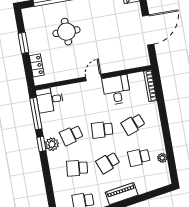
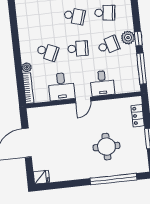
desk: (50, 100) -> (102, 83), moved, turned 90
school desk: (133, 124) -> (47, 52), turned 45
school desk: (139, 157) -> (44, 19), removed
plant: (162, 158) -> (27, 67), moved
school desk: (108, 163) -> (74, 16), turned 39

